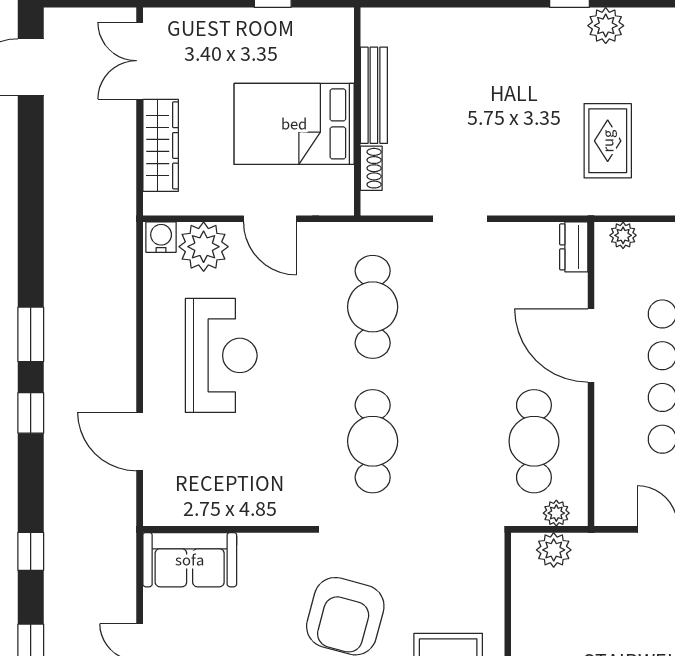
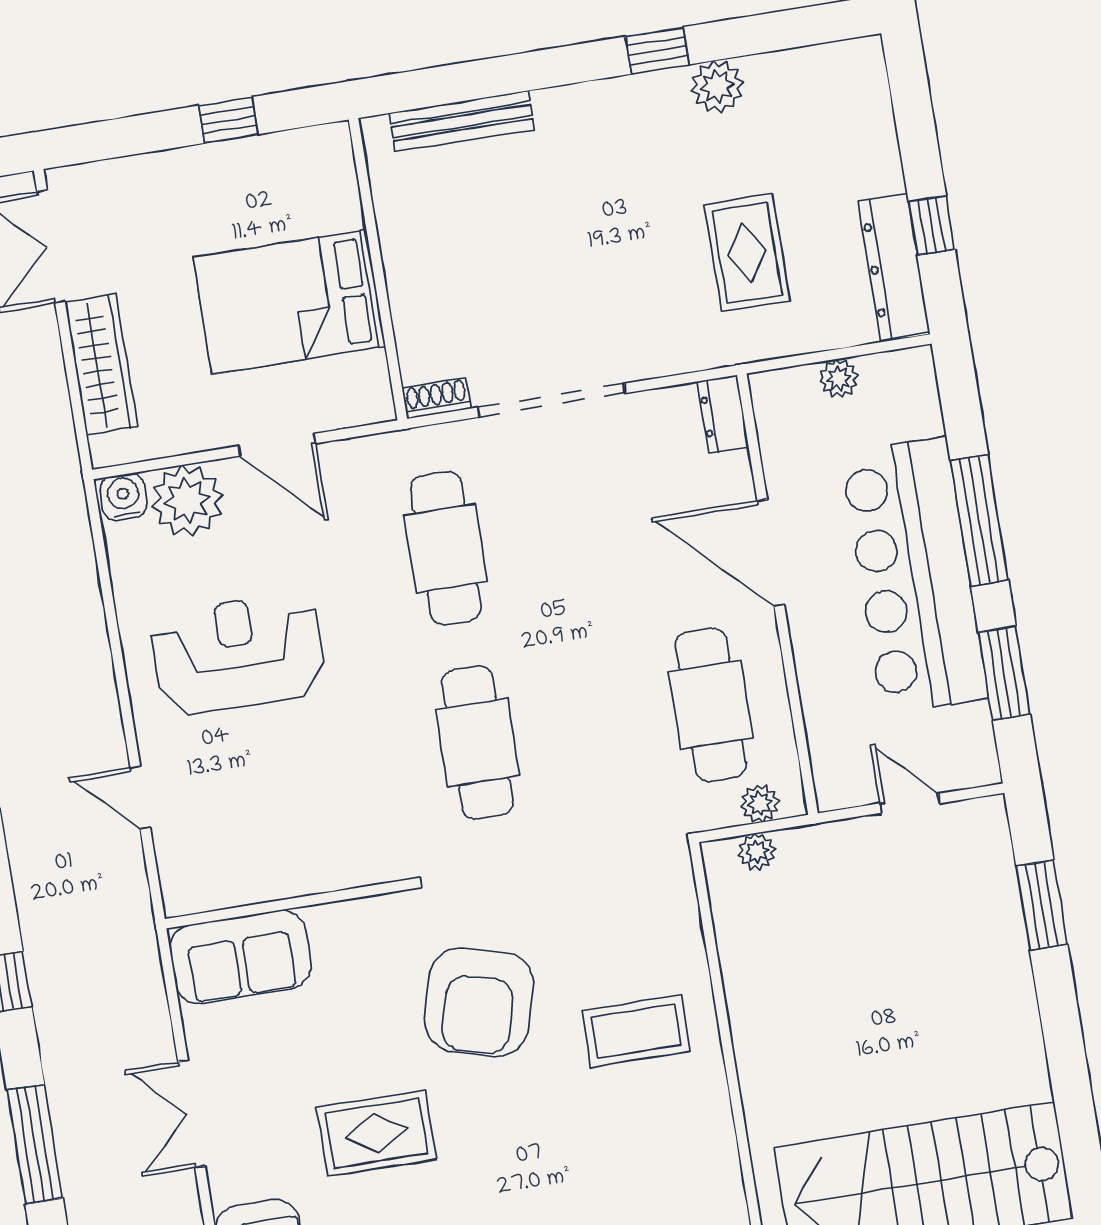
bench: (374, 95) -> (462, 121), moved, turned 90
shoe rack: (371, 168) -> (436, 398), moved, turned -90
doorway: (460, 219) -> (552, 400), width x1.87
plant: (623, 235) -> (839, 378), moved
reception desk: (221, 355) -> (238, 654), turned -90
door: (140, 441) -> (140, 798), width x0.73
plant: (554, 550) -> (757, 852), width x0.73, depth x0.73

